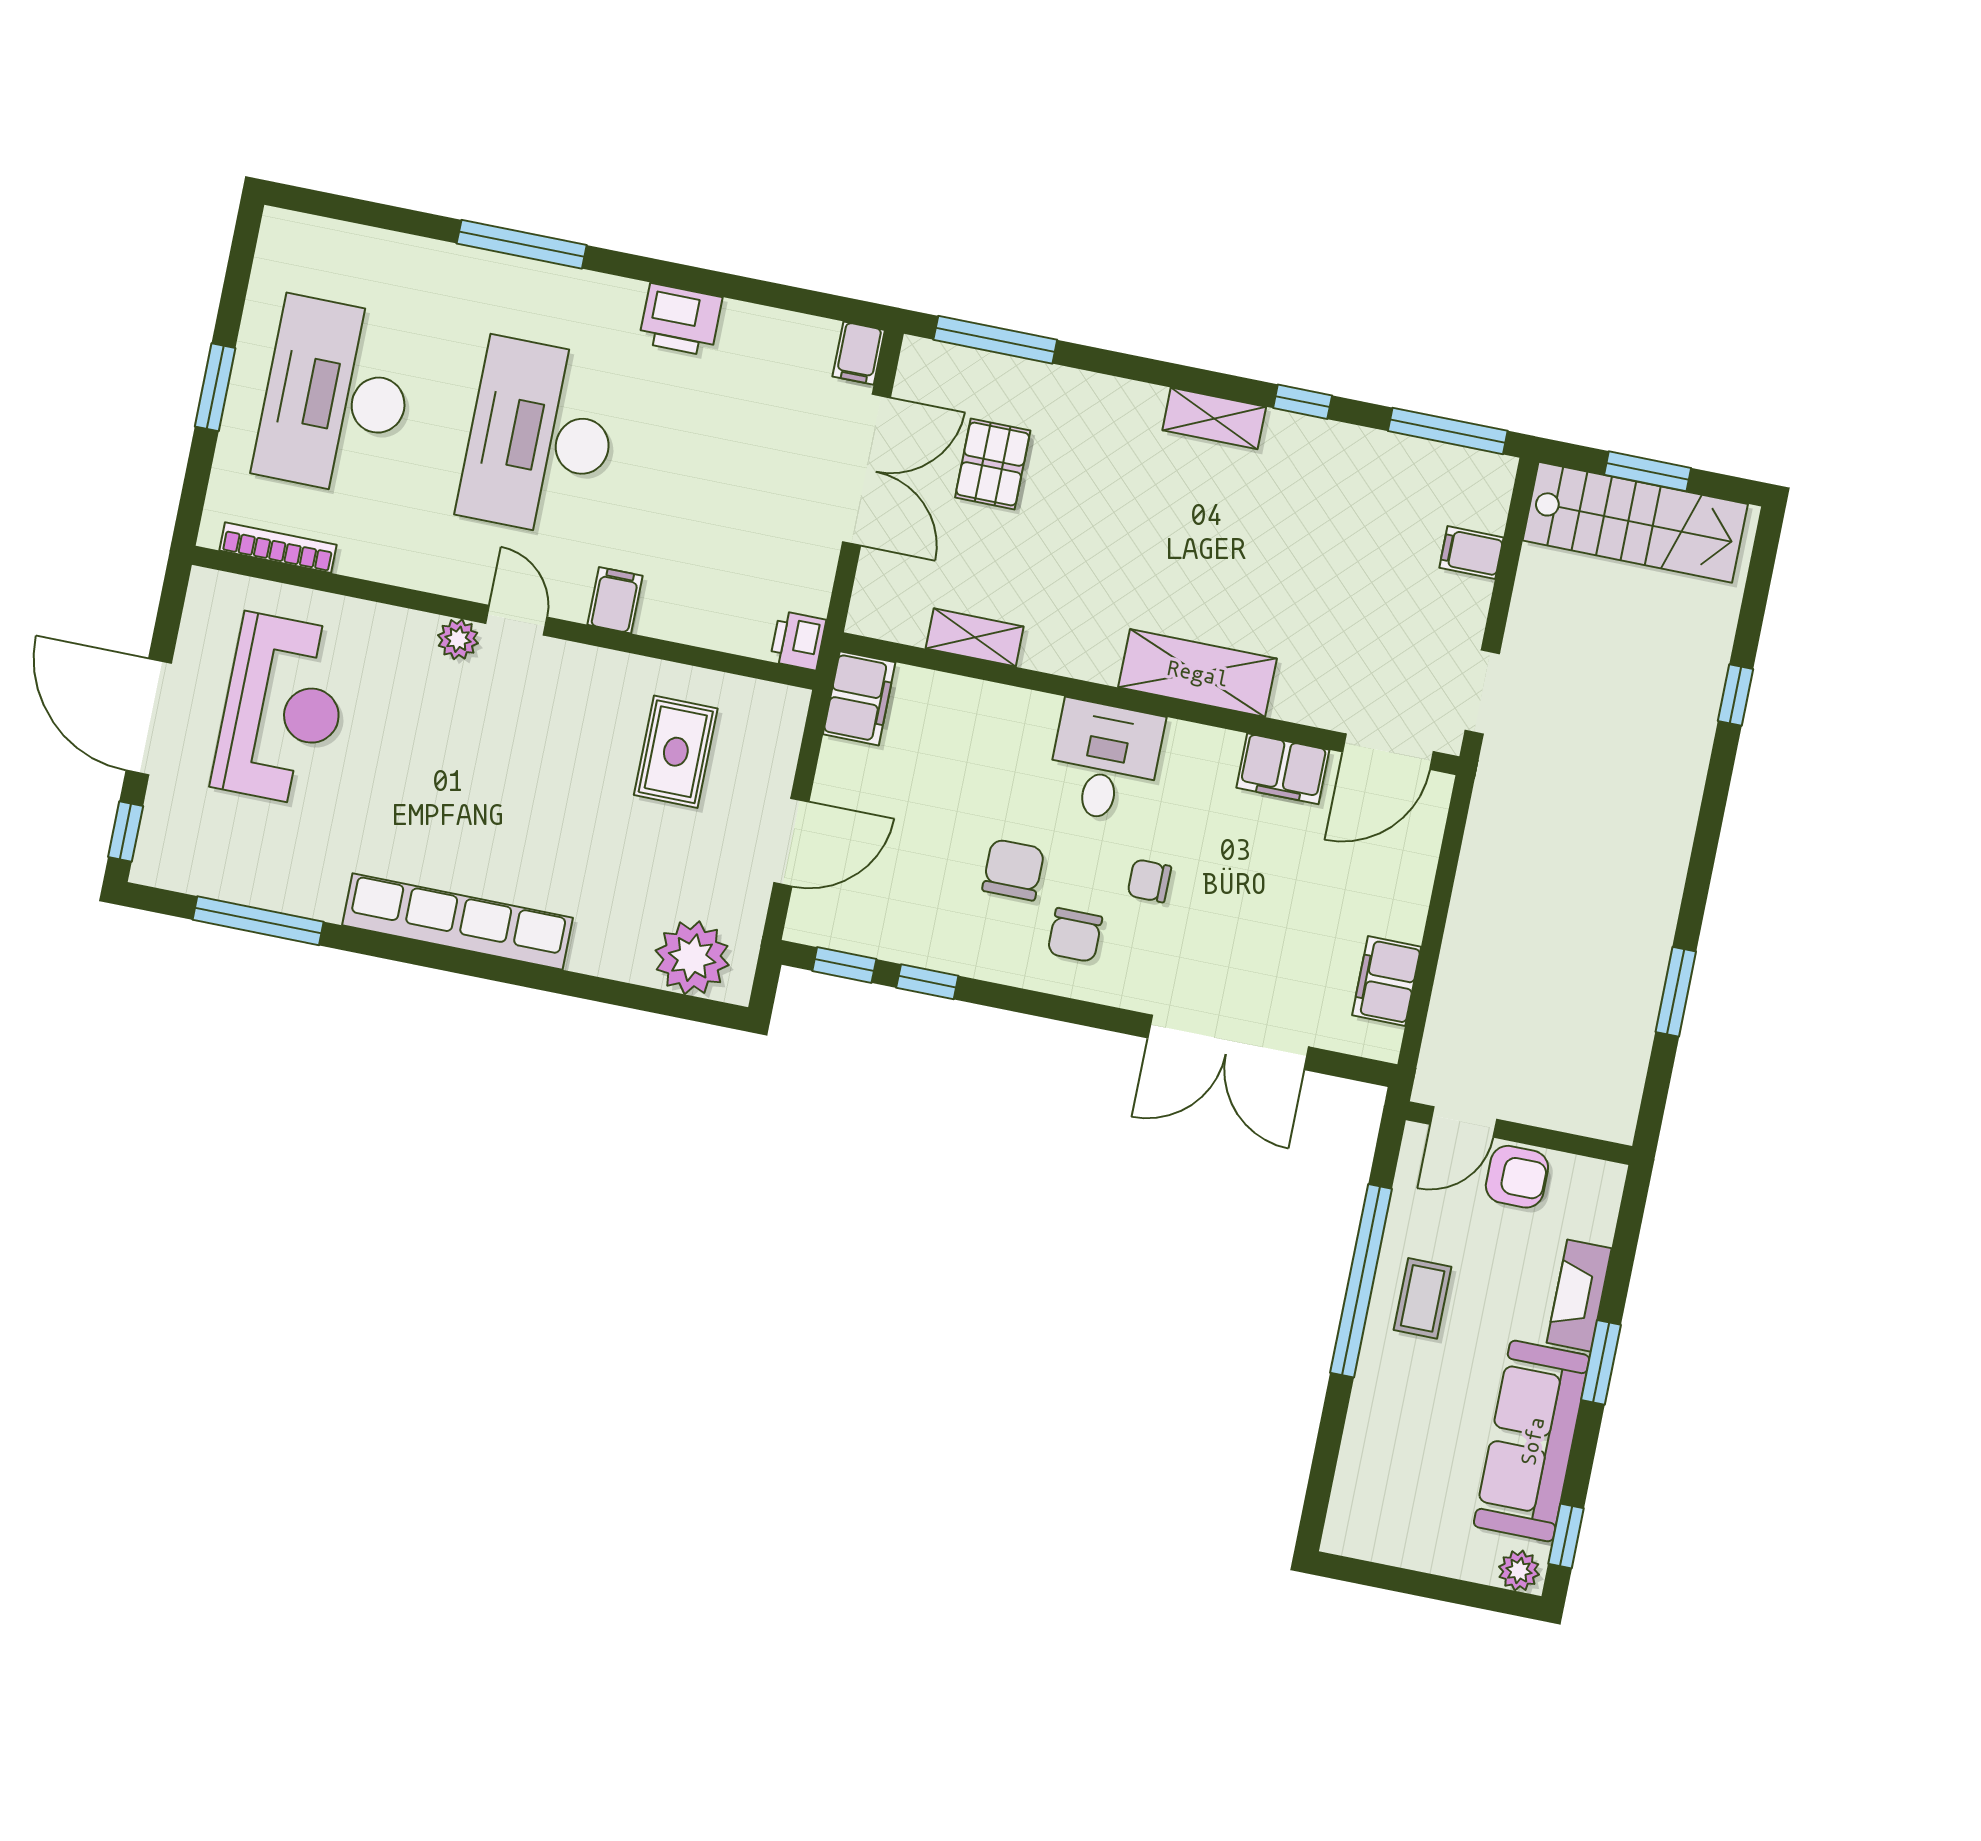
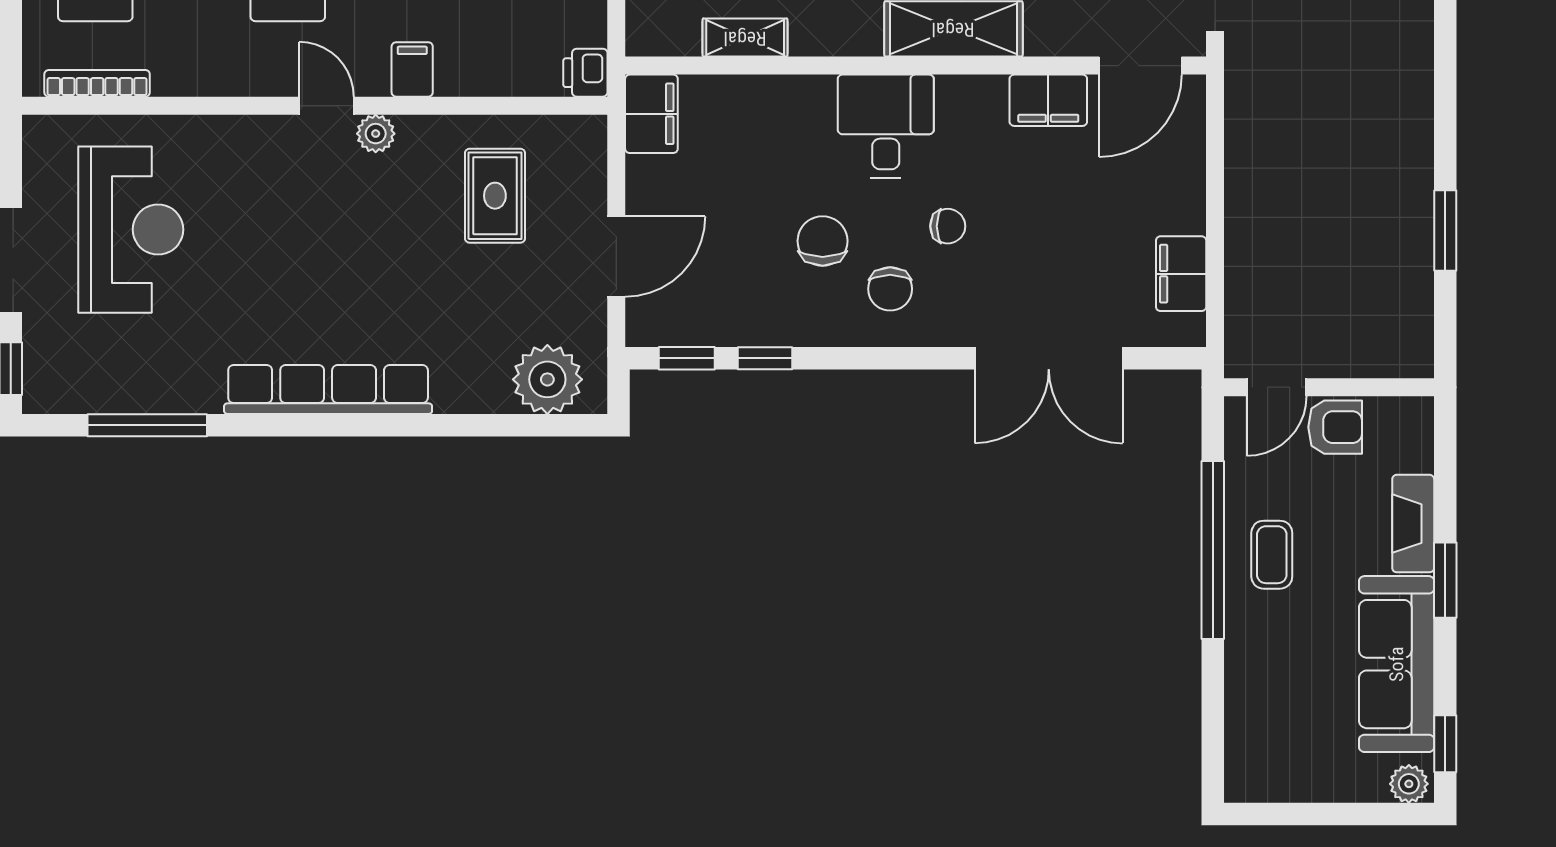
plant: (458, 639) -> (376, 134), moved
chair: (1149, 881) -> (948, 226), turned 180

